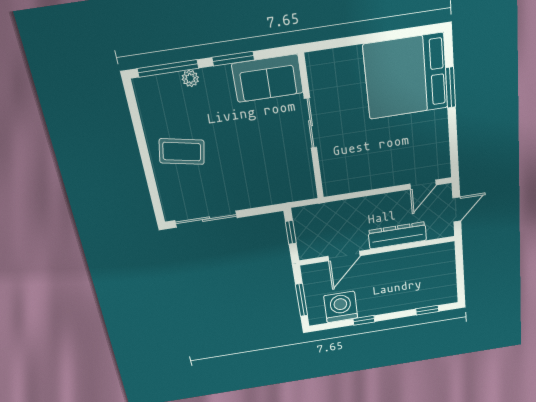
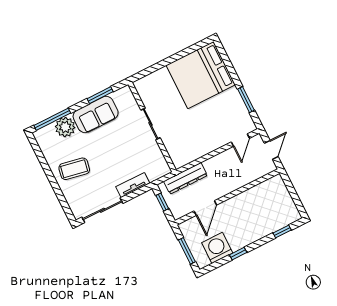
window: (233, 59) -> (100, 95), moved
plant: (190, 78) -> (65, 127), width x1.88, depth x1.88
sofa: (268, 78) -> (96, 115), moved
window: (451, 87) -> (246, 100), moved
tv unit: (258, 199) -> (133, 185), added
dresser: (397, 235) -> (185, 178), moved, turned 180

